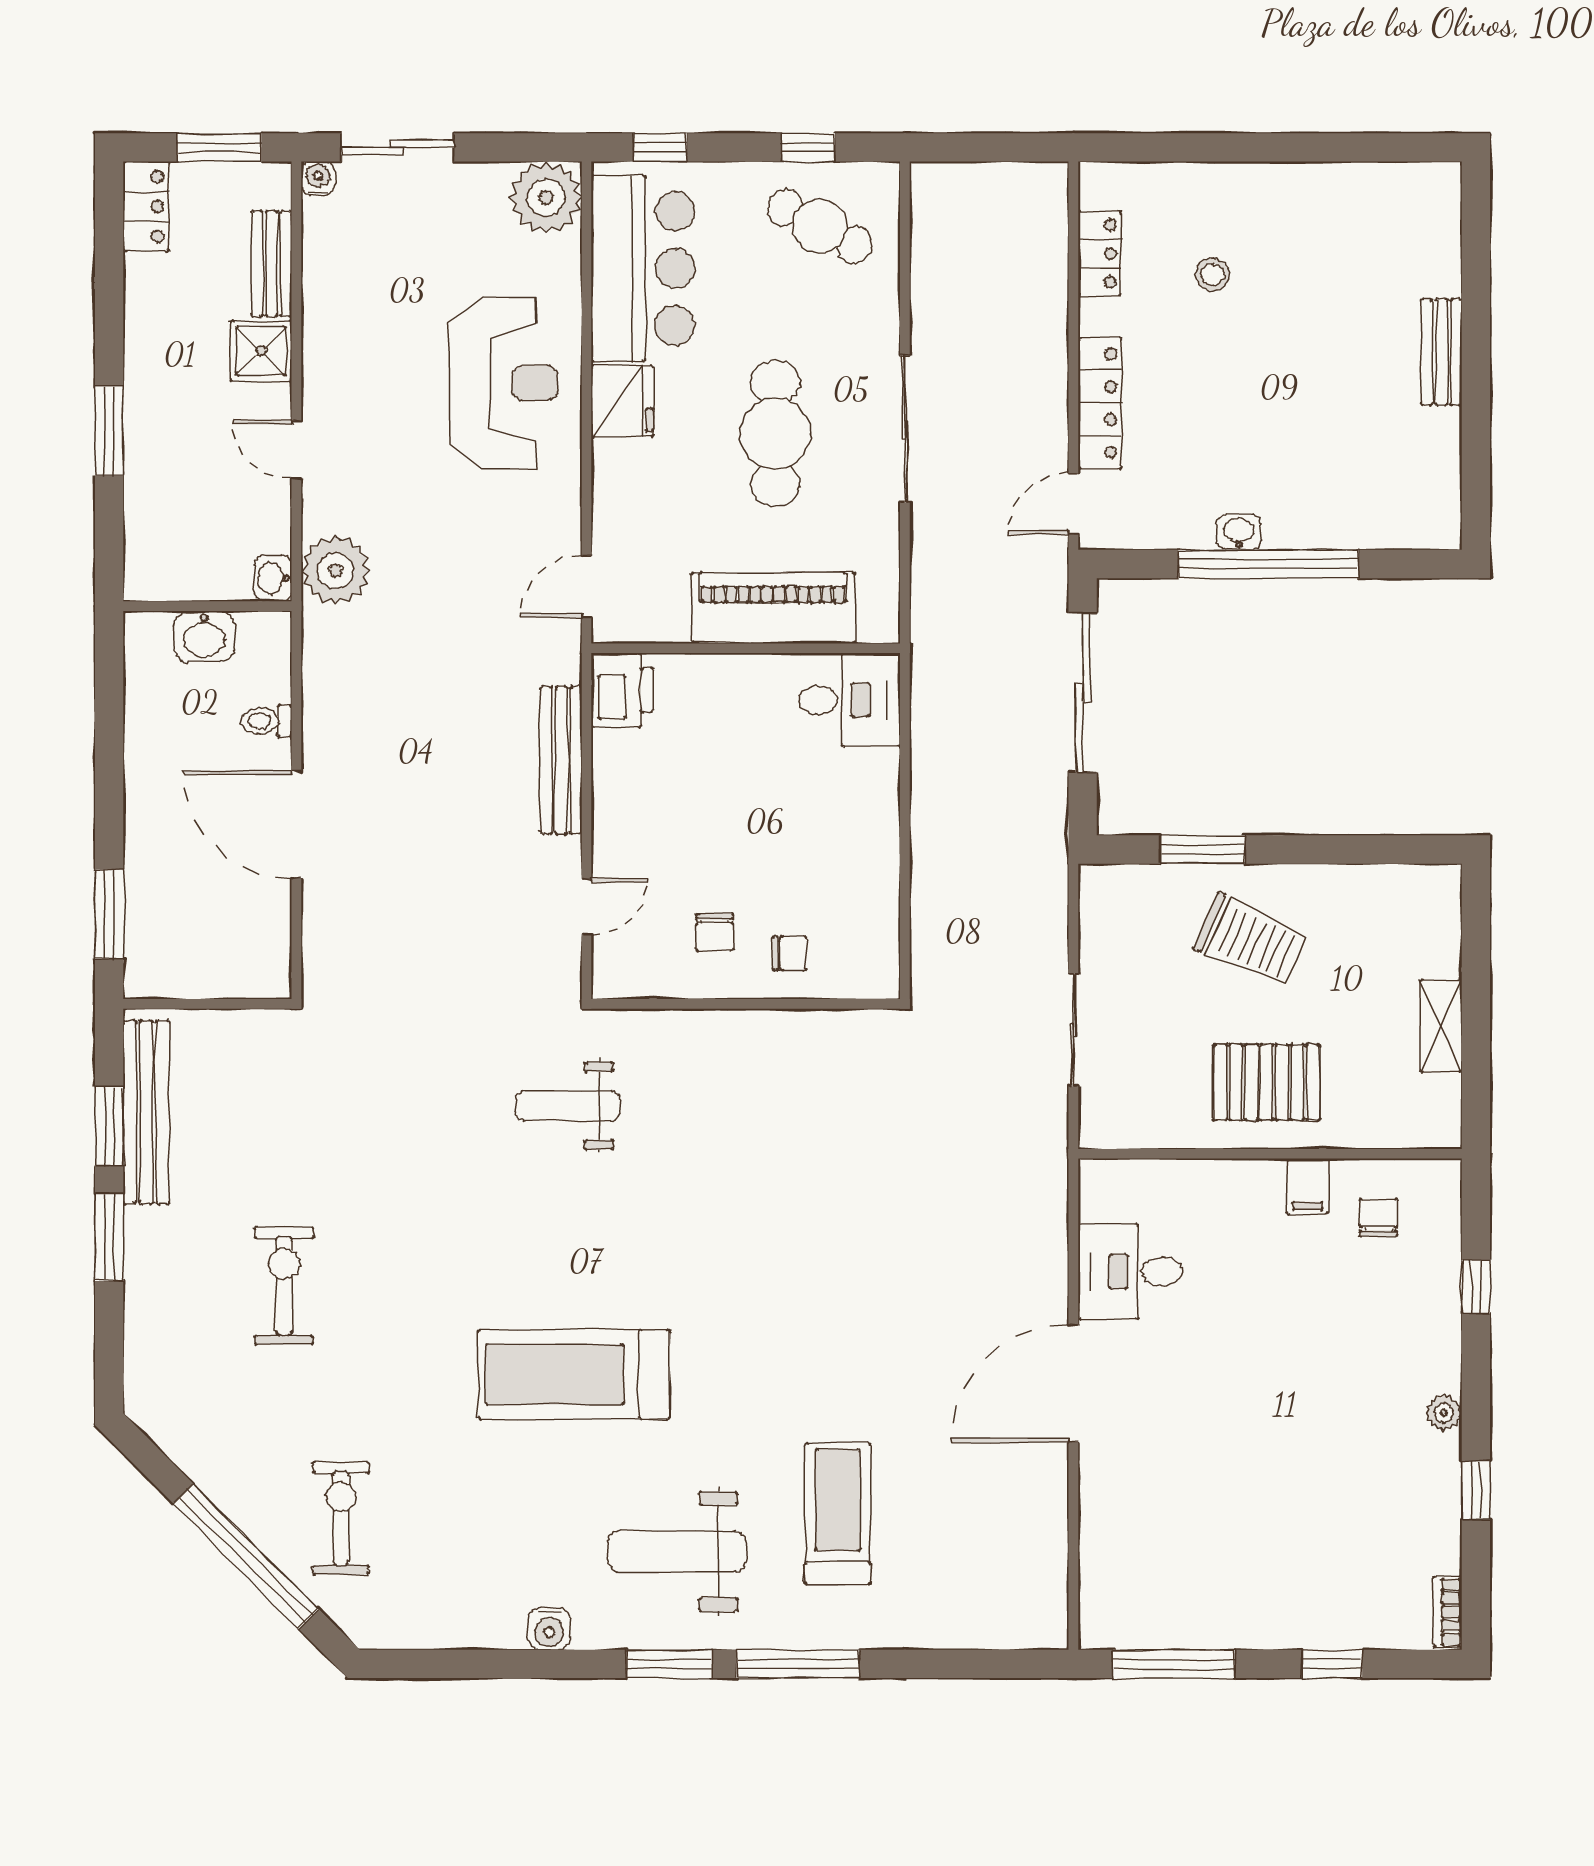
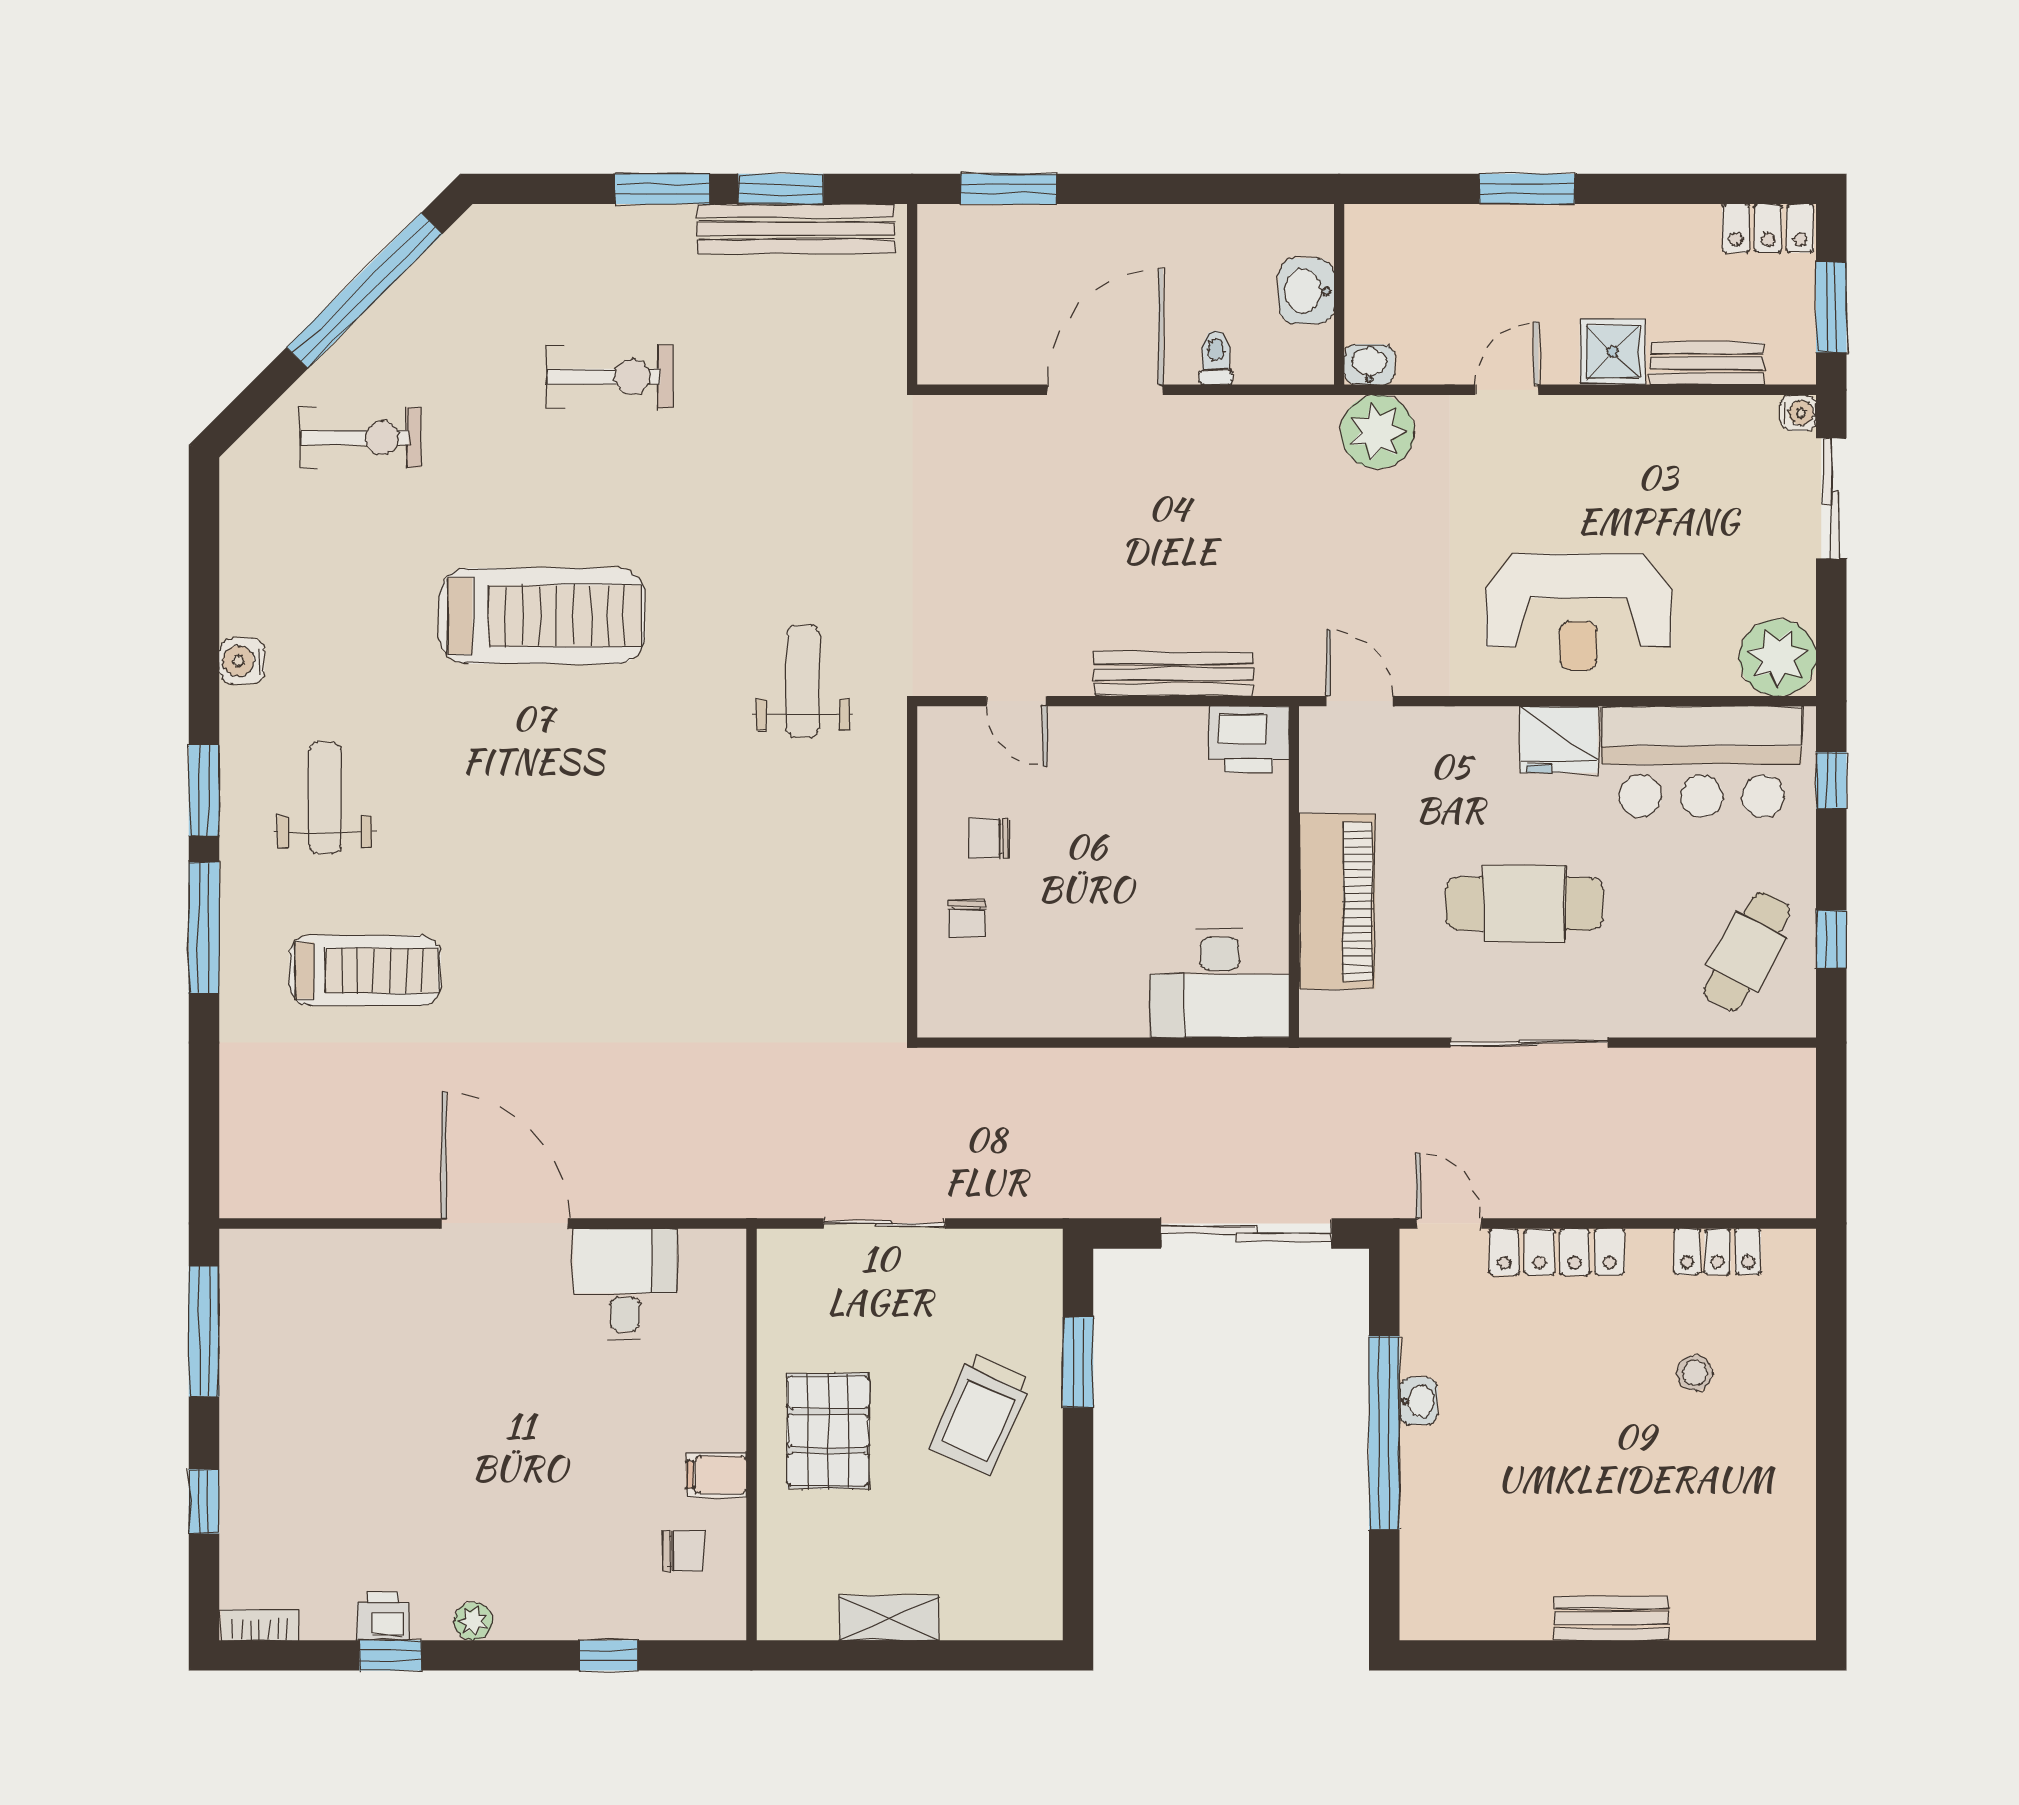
desk: (849, 700) -> (1220, 983), width x1.37
treadmill: (574, 1374) -> (542, 616), moved, turned 90
printer: (1440, 1497) -> (383, 1617), added
weight bench: (677, 1551) -> (325, 798), width x0.73, depth x0.75
window: (246, 1556) -> (365, 291), moved

